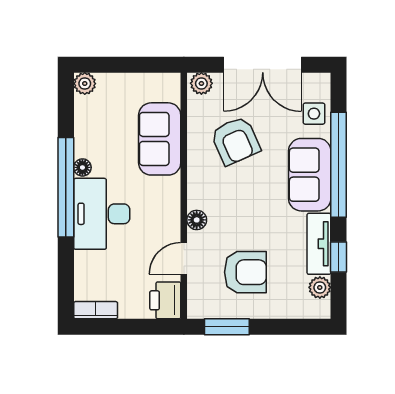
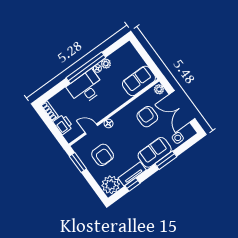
plant: (85, 84) -> (106, 64), moved
sofa: (160, 139) -> (139, 81), moved
armchair: (235, 141) -> (147, 117), turned 114
window: (339, 165) -> (166, 160), width x0.47
plant: (320, 287) -> (111, 185), width x1.88, depth x1.88
printer: (165, 300) -> (63, 124), moved, turned 90

